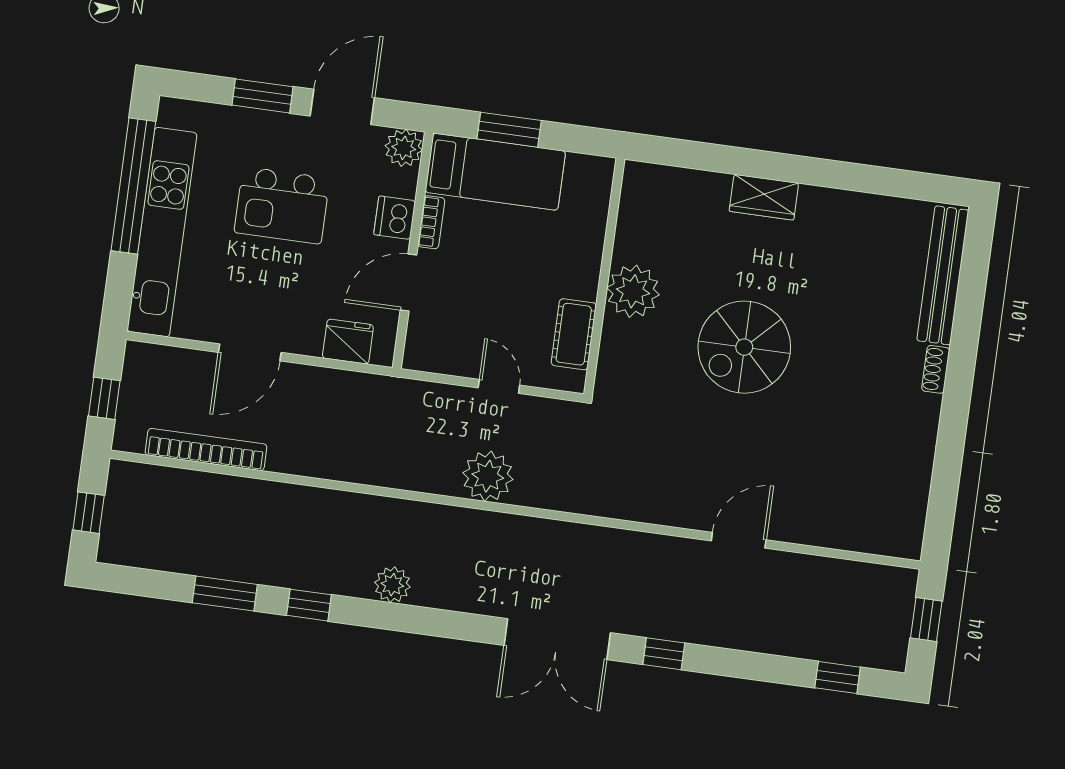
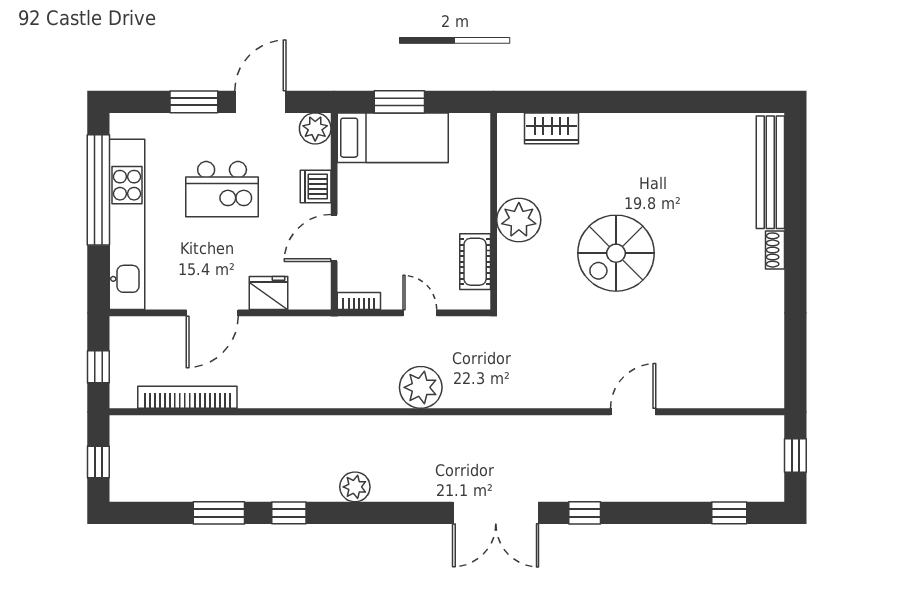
wardrobe: (764, 197) -> (552, 128), moved
bookcase: (431, 222) -> (359, 301), moved, turned -90
fridge: (348, 342) -> (268, 293), moved

